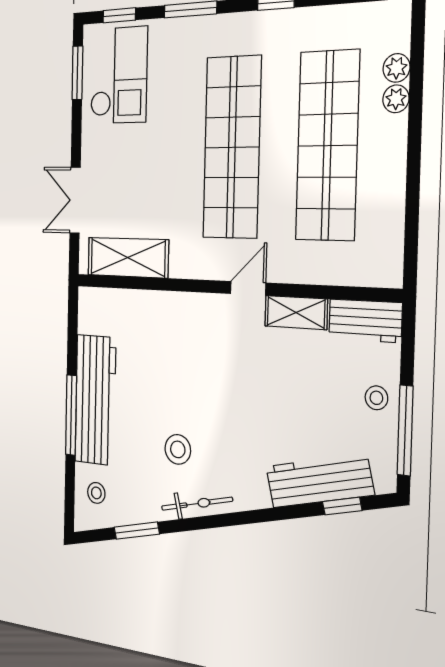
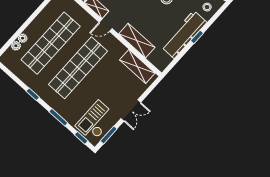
double door: (75, 200) -> (131, 110), moved
shelving: (167, 310) -> (137, 41), added
window: (71, 415) -> (197, 37), width x0.46

